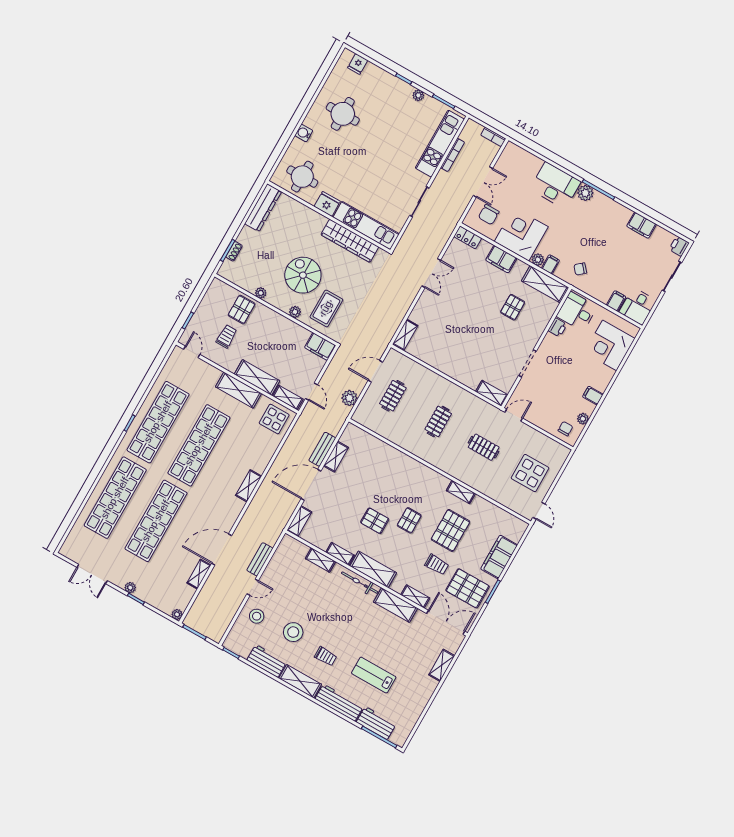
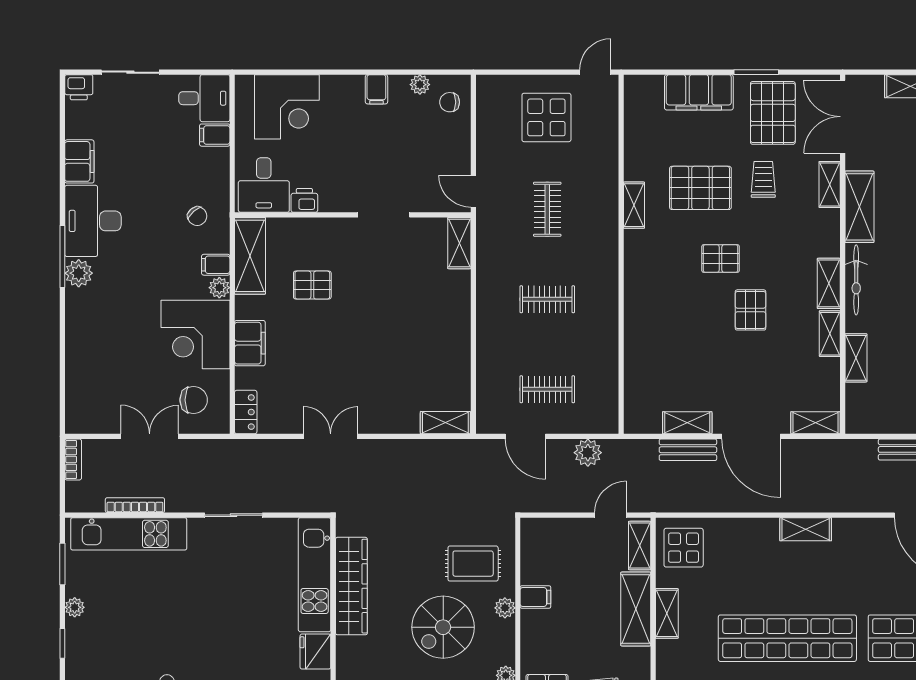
desk: (555, 185) -> (93, 221), moved
filing cabinet: (320, 346) -> (535, 597), moved, width x0.50
shelving: (238, 390) -> (667, 613), width x0.67, depth x0.75
shelving: (373, 569) -> (829, 283), width x0.67, depth x0.75

